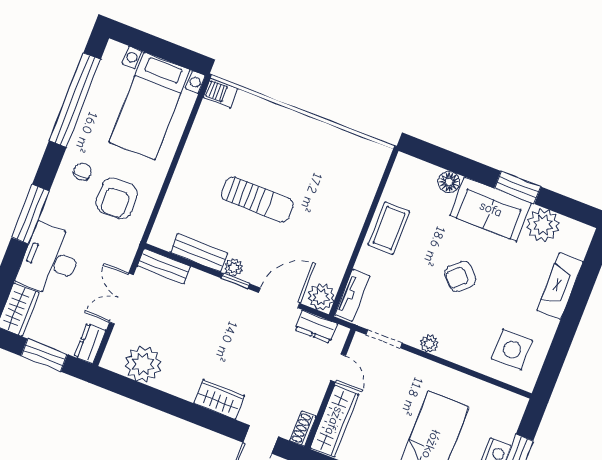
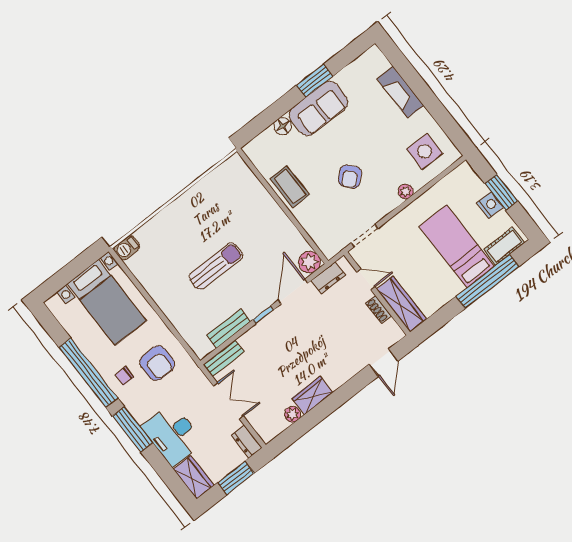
window: (75, 100) -> (88, 373), moved
chair: (82, 172) -> (124, 376), turned -90
plant: (543, 225) -> (351, 79), removed
plant: (234, 268) -> (253, 310), removed
armchair: (460, 276) -> (350, 177), moved
tv unit: (352, 295) -> (321, 240), removed
double door: (121, 298) -> (229, 401), swing flipped
plant: (429, 344) -> (406, 191), moved
plant: (143, 364) -> (292, 414), width x0.53, depth x0.53
wardrobe: (219, 399) -> (313, 395), moved
shoe rack: (303, 429) -> (378, 309), moved

